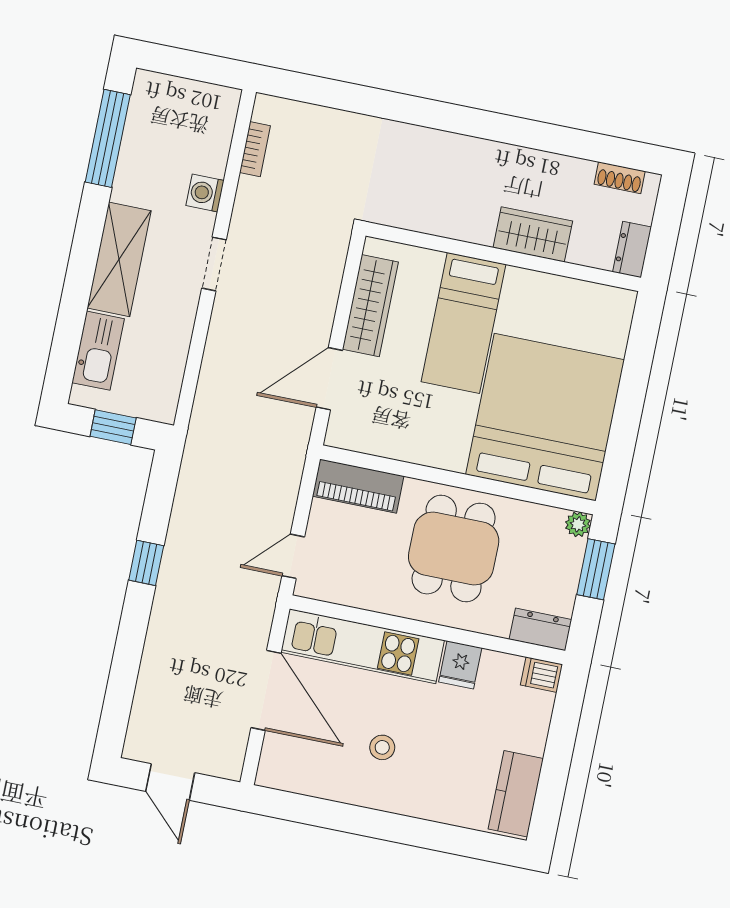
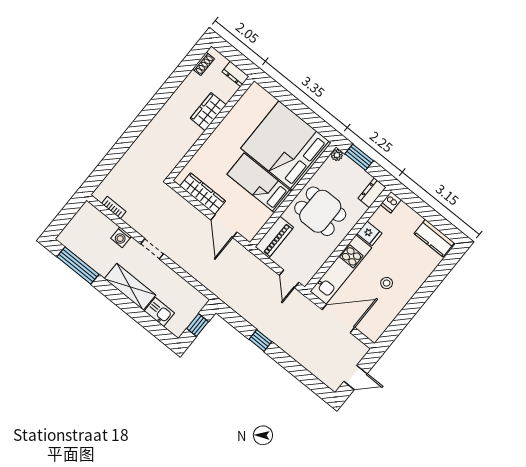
bed: (463, 323) -> (259, 183), moved, turned 180
kitchen sink: (98, 351) -> (159, 312), width x0.73

